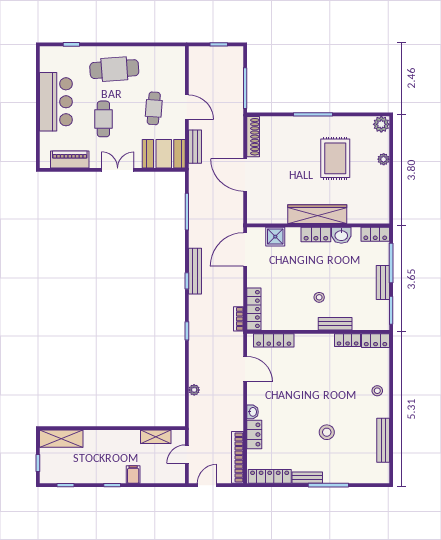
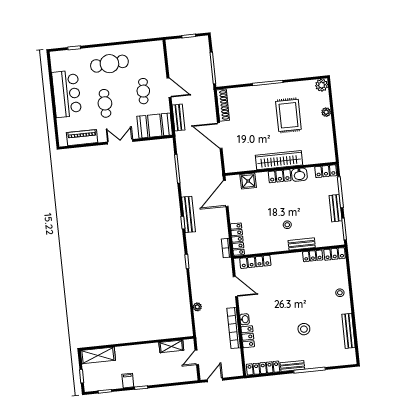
bookcase: (238, 457) -> (234, 328), moved
filing cabinet: (133, 475) -> (128, 381), moved

